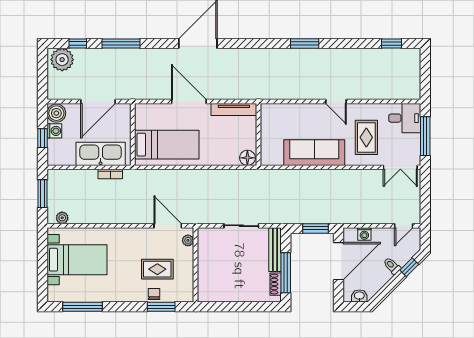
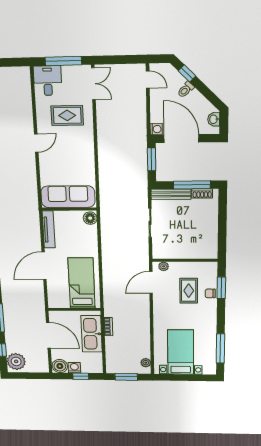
sofa: (314, 153) -> (68, 197), moved, turned 90
washing machine: (364, 234) -> (156, 129), moved

